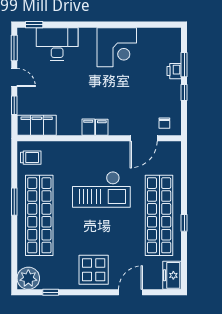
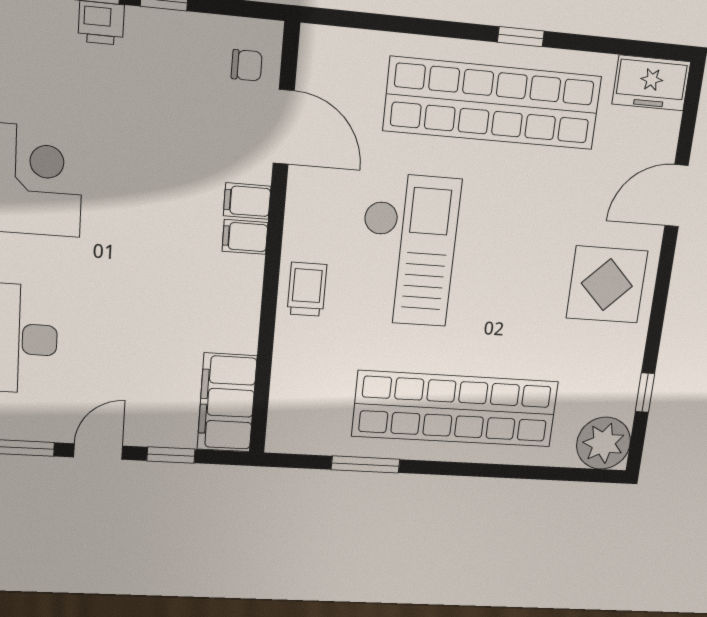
filing cabinet: (88, 127) -> (247, 201), moved
trolley: (31, 158) -> (307, 289), moved
window: (14, 202) -> (366, 464), moved
door: (131, 292) -> (676, 196), hinge flipped

